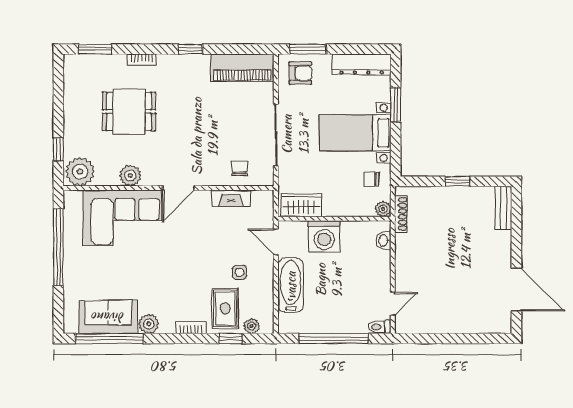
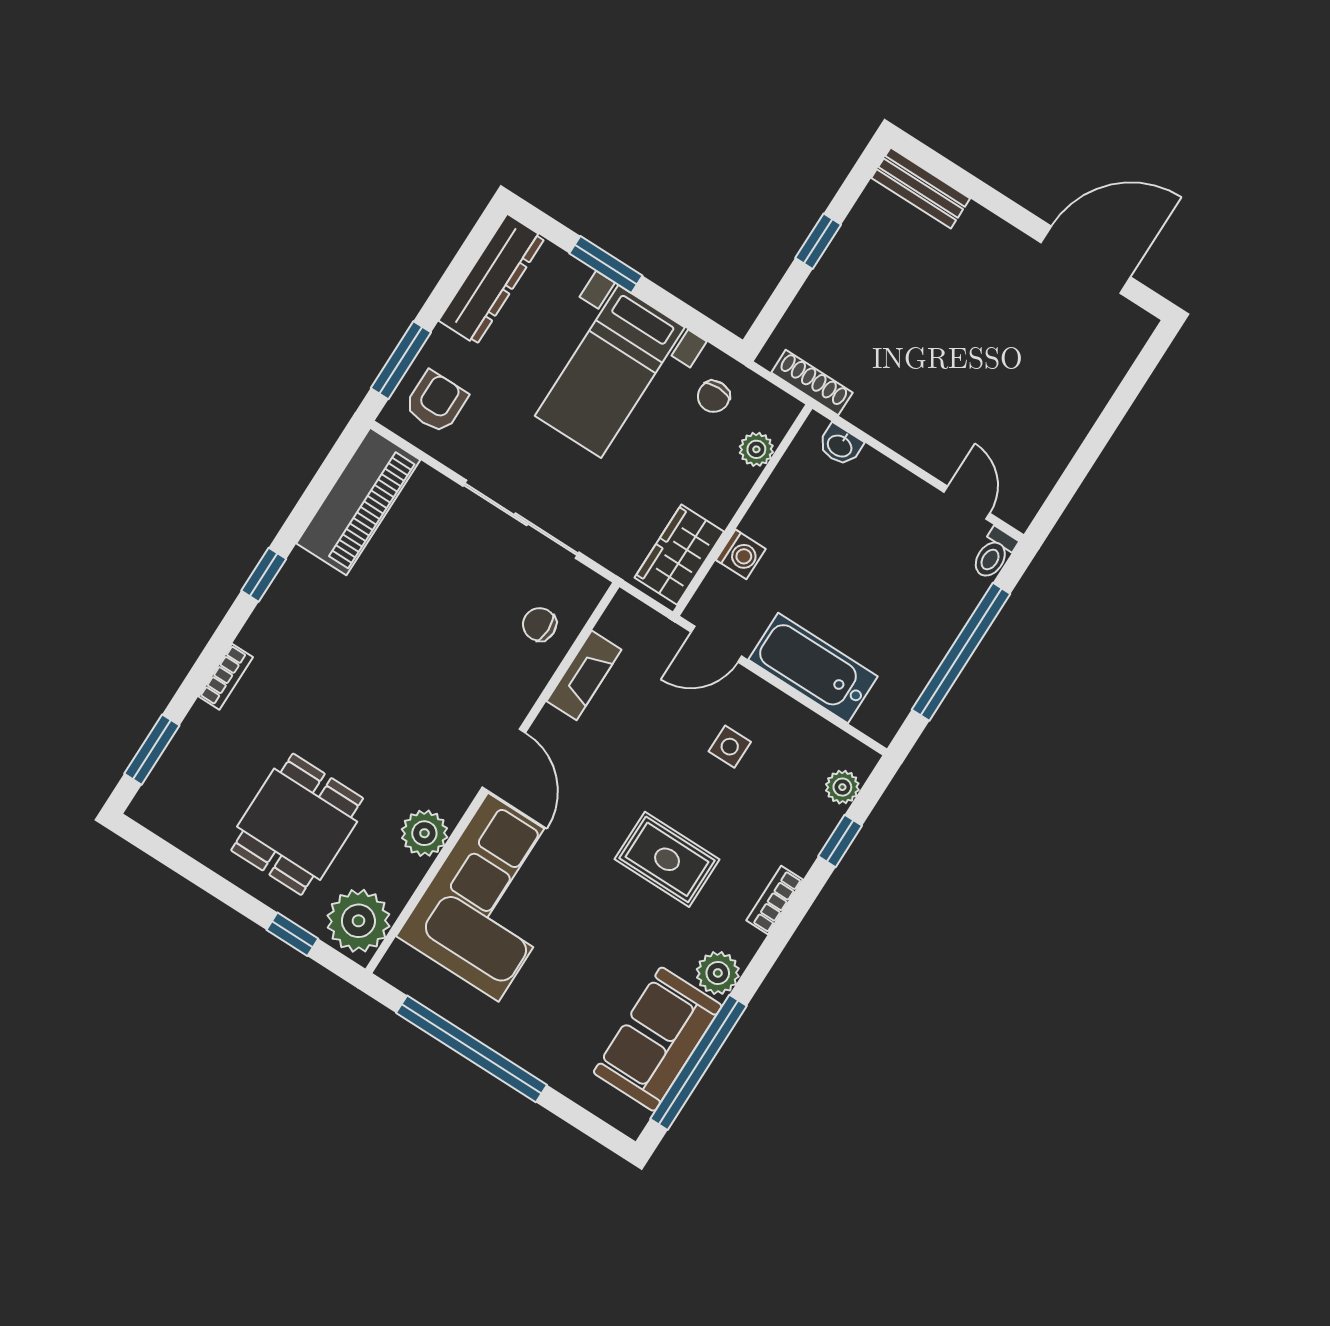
dining table: (129, 112) -> (297, 824), moved
plant: (383, 209) -> (756, 449), moved
washing machine: (324, 236) -> (741, 554), width x0.53, depth x0.53
rug: (225, 309) -> (667, 859), moved

